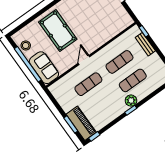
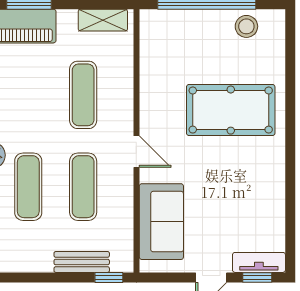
door: (84, 60) -> (136, 152), moved
sofa: (44, 68) -> (161, 222), moved, turned -90
shelving: (58, 96) -> (103, 20), added

